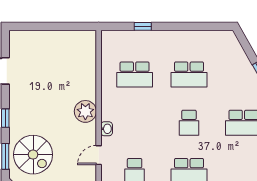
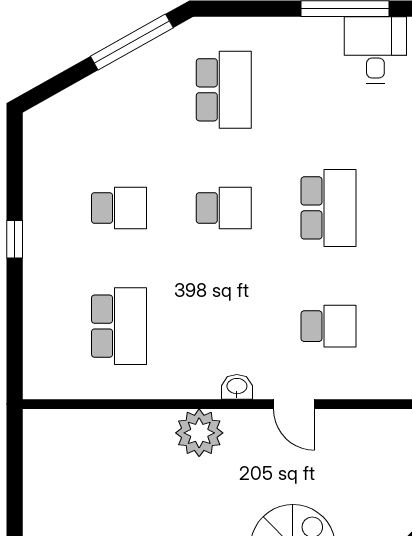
window: (143, 26) -> (15, 239), moved
school desk: (189, 74) -> (119, 208), width x0.54

